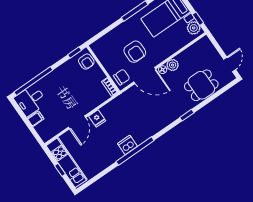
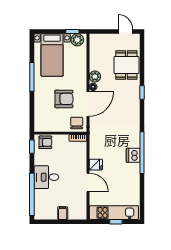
desk: (30, 100) -> (46, 177), moved, turned 90

